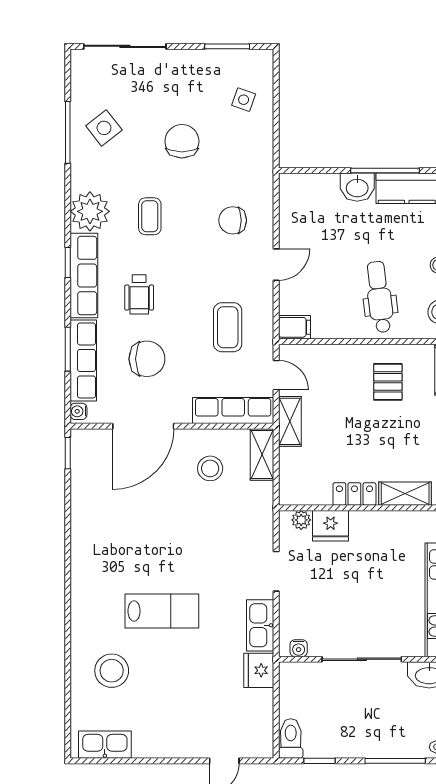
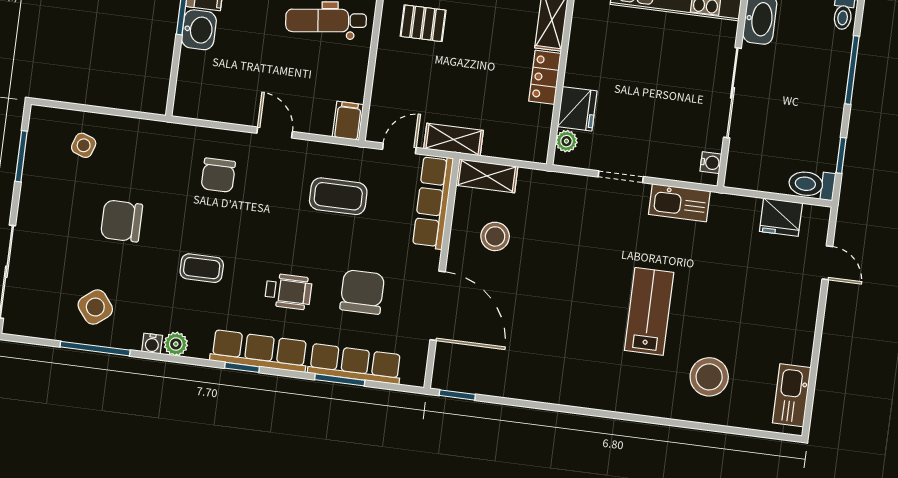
plant: (90, 211) -> (176, 344), width x0.53, depth x0.53
water cooler: (78, 411) -> (152, 344), moved
fridge: (259, 670) -> (781, 217), moved

